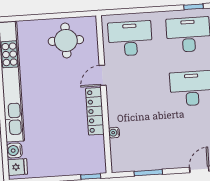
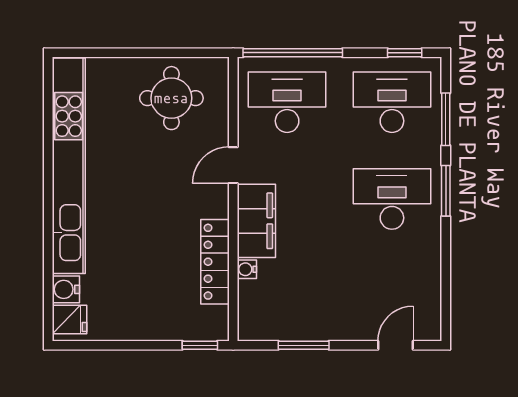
window: (131, 11) -> (293, 53), added
filing cabinet: (118, 105) -> (256, 221), added
locker: (95, 111) -> (215, 262), moved

